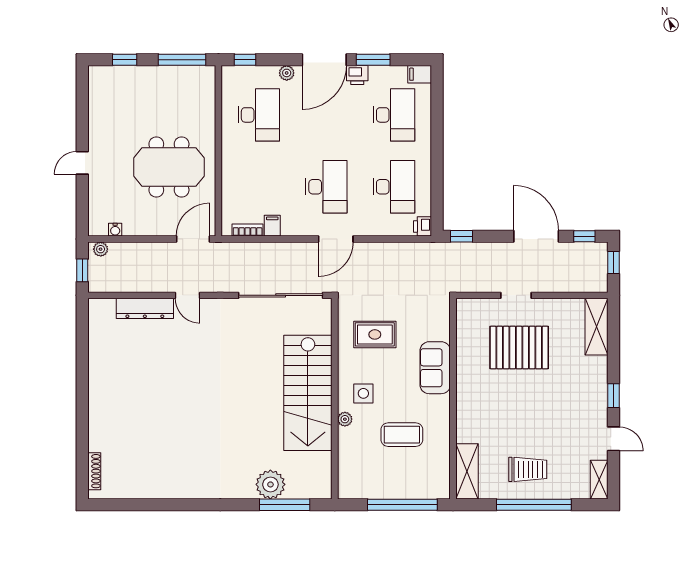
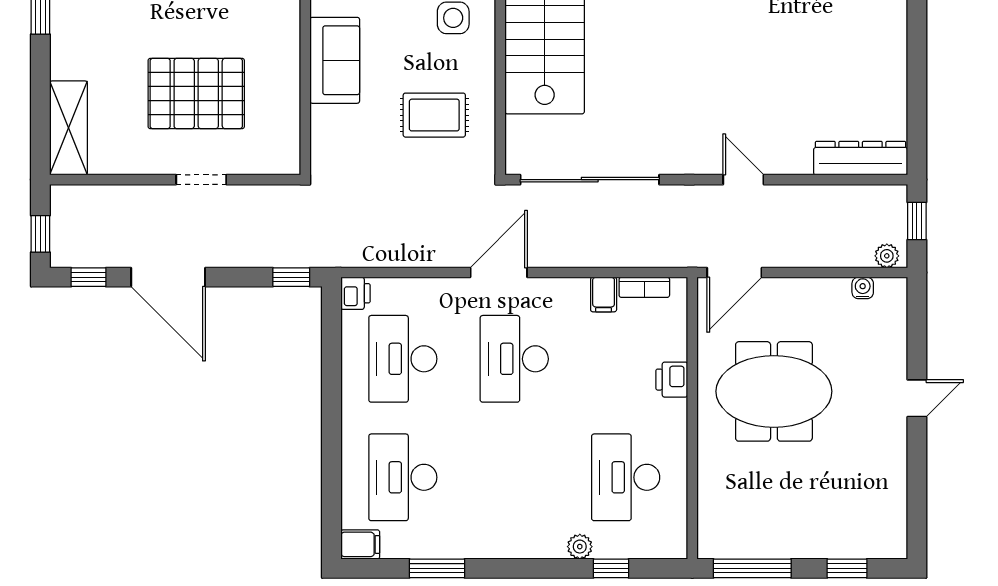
window: (245, 60) -> (611, 568), moved
door: (324, 60) -> (518, 568), removed
printer: (357, 75) -> (672, 380), moved, turned -90
dresser: (145, 308) -> (861, 158), moved

